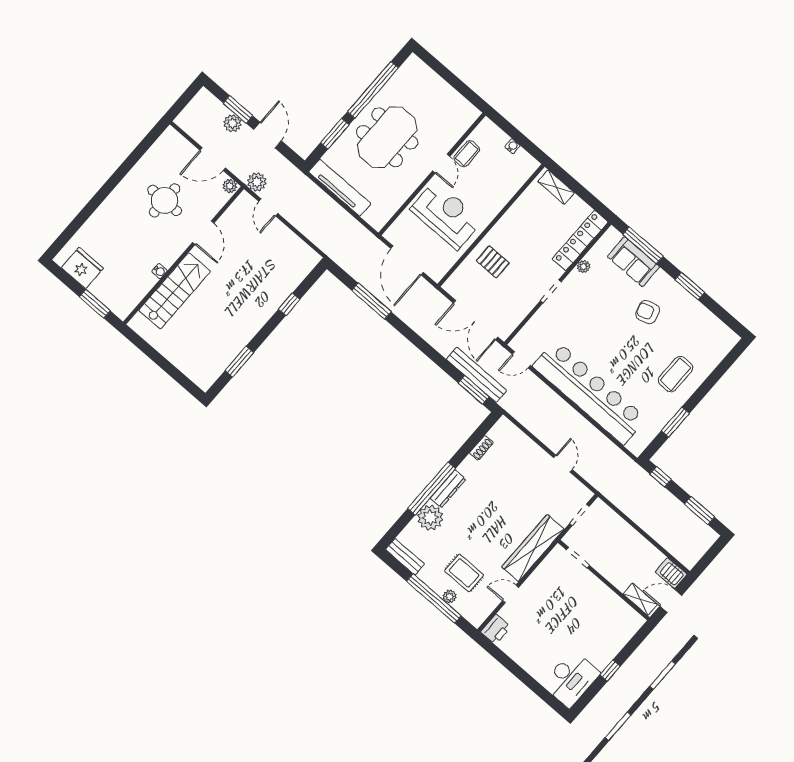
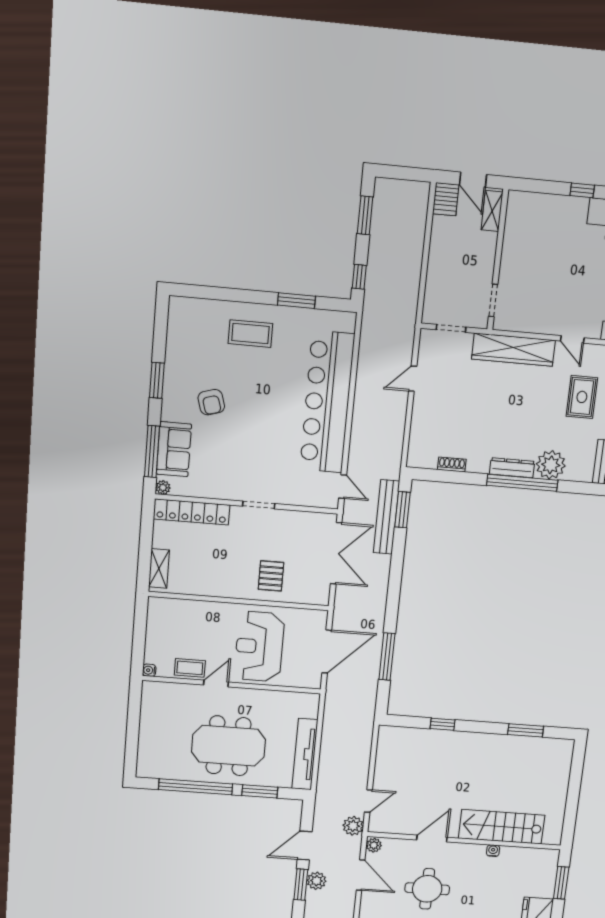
water cooler: (512, 146) -> (149, 670), moved
plant: (583, 267) -> (163, 487), moved

